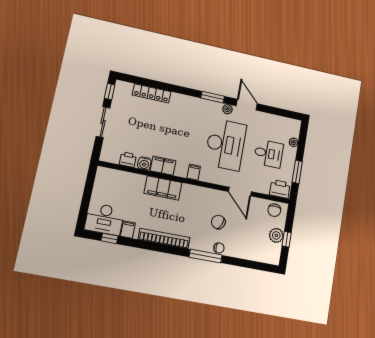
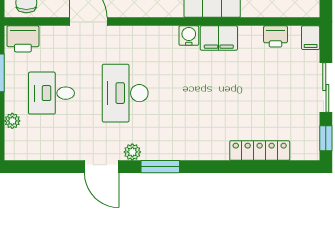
desk: (226, 144) -> (125, 93), width x0.73, depth x0.77
water cooler: (144, 163) -> (189, 36), moved
filing cabinet: (194, 172) -> (311, 38), moved

